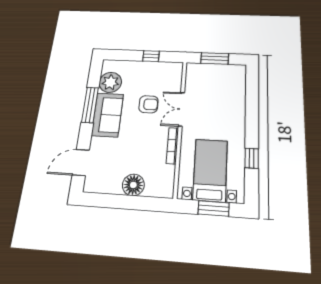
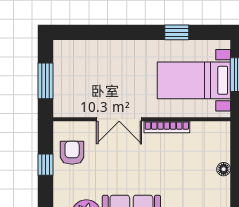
armchair: (148, 104) -> (72, 153), moved
floor lamp: (133, 185) -> (224, 169), width x0.53, depth x0.53

